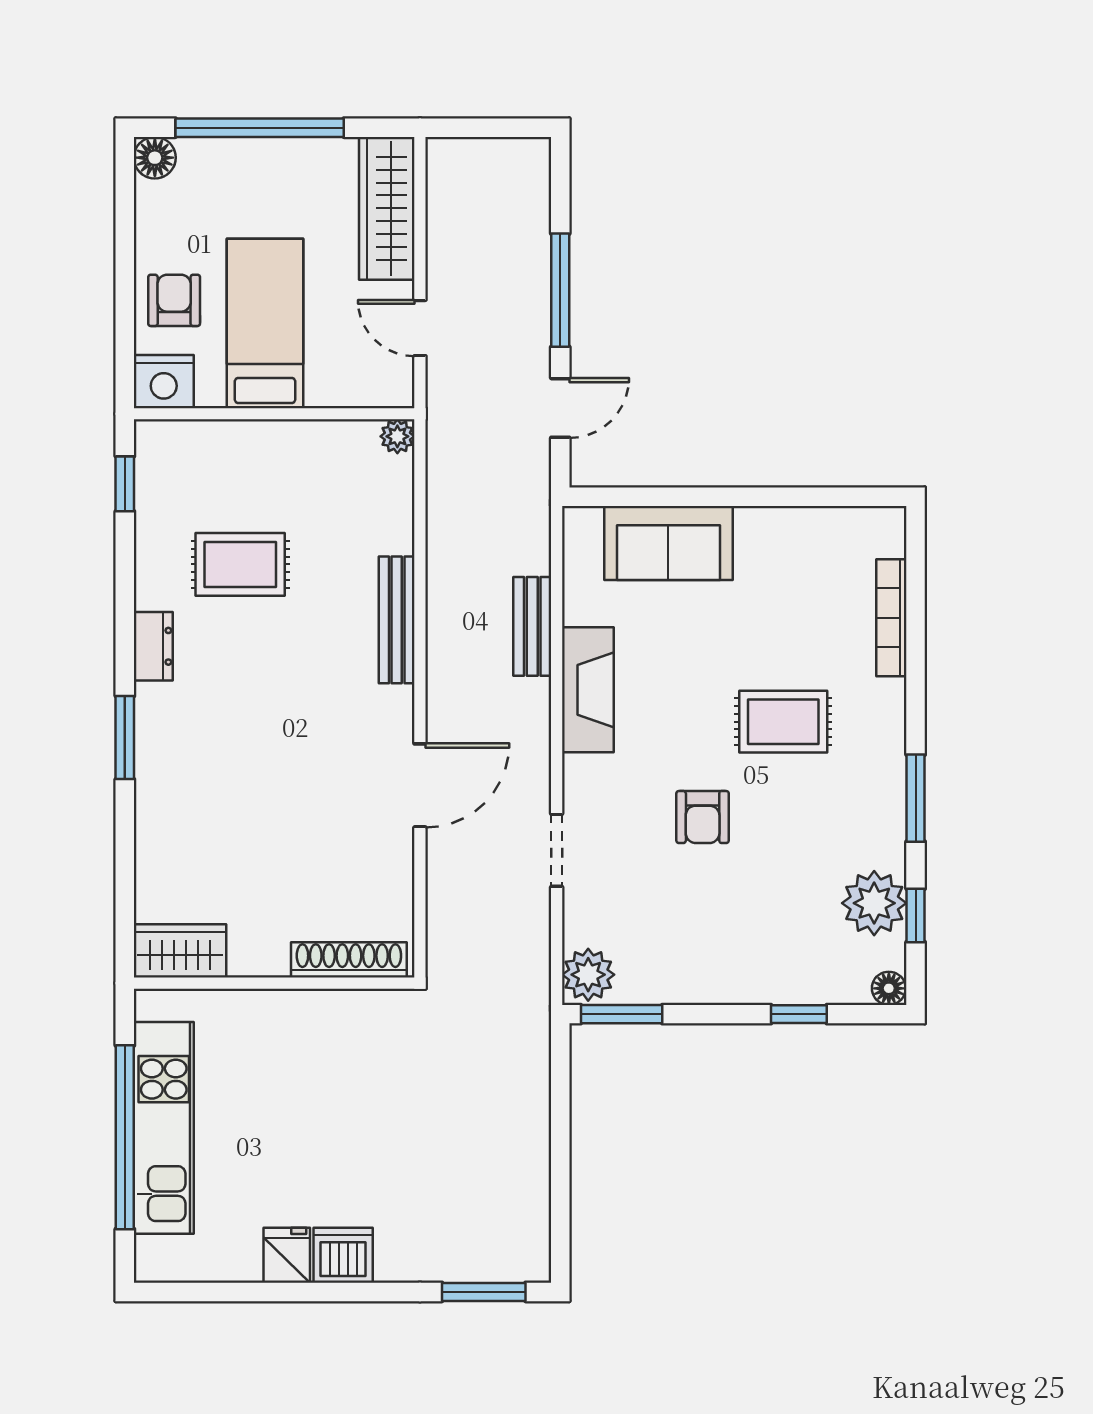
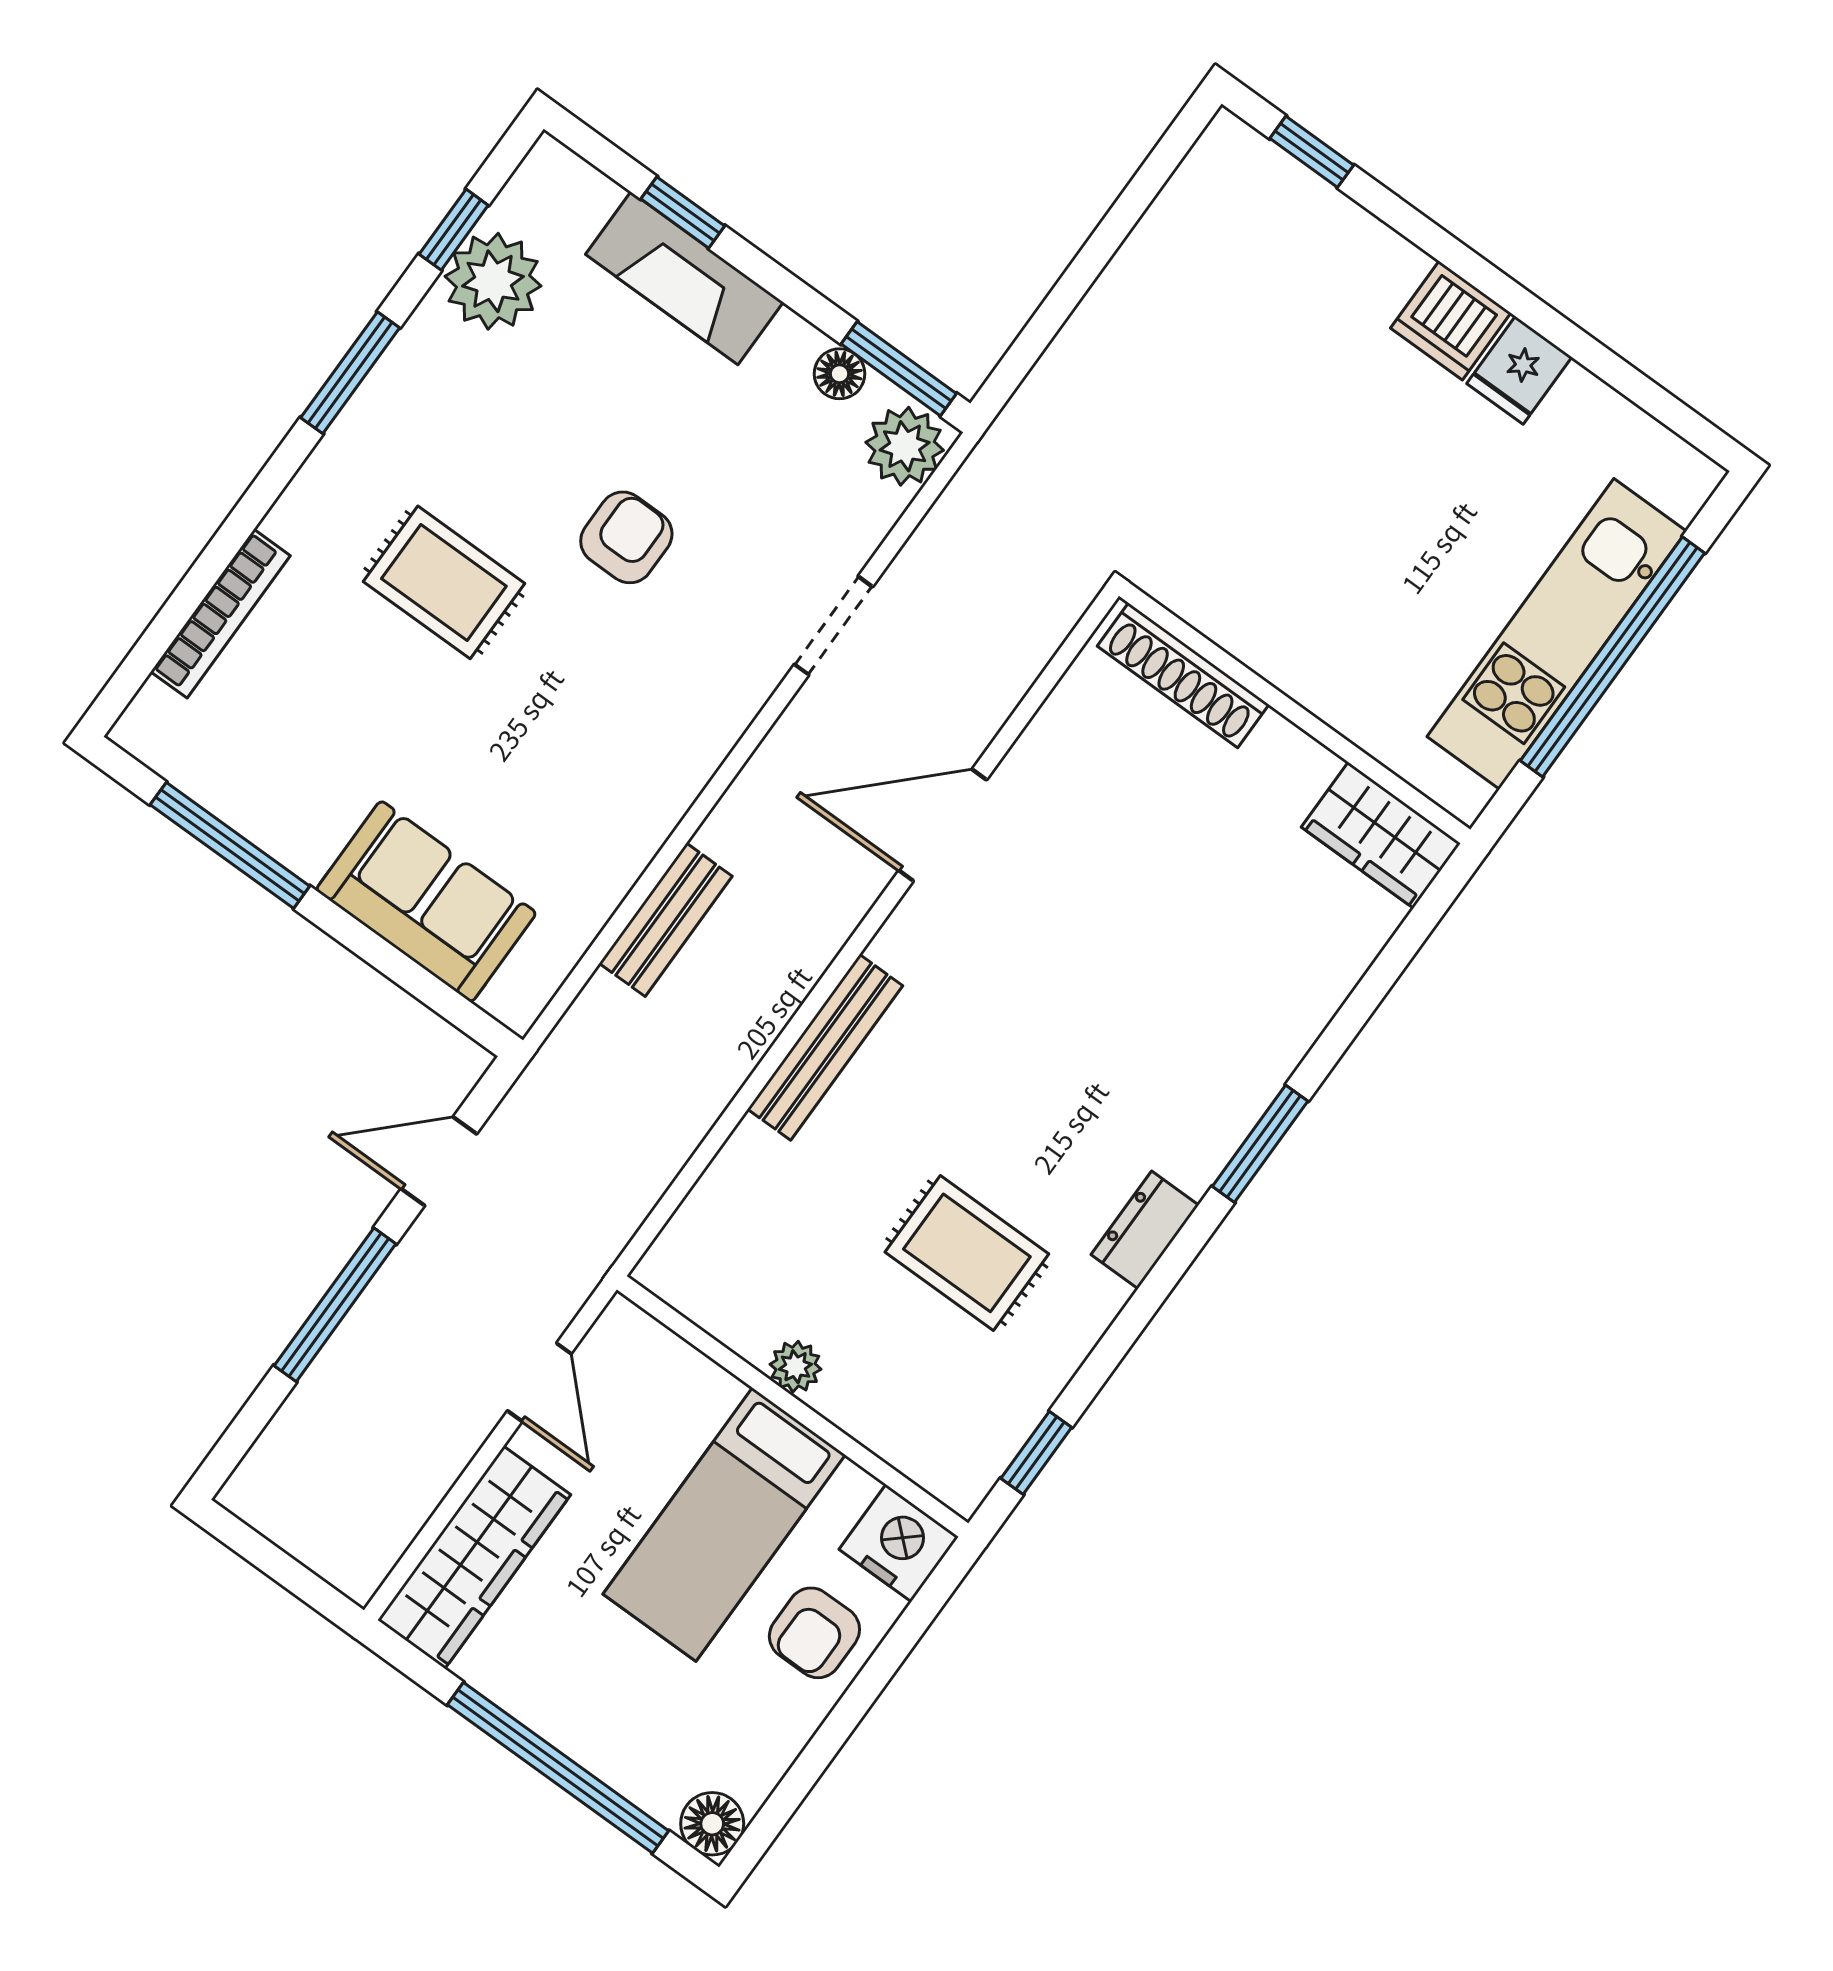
plant: (397, 436) -> (795, 1367), moved
window: (796, 497) -> (230, 845), added
fireplace: (588, 690) -> (684, 278), moved, turned -90
floor lamp: (889, 988) -> (840, 374), moved
window: (484, 1292) -> (1312, 152), width x0.67

